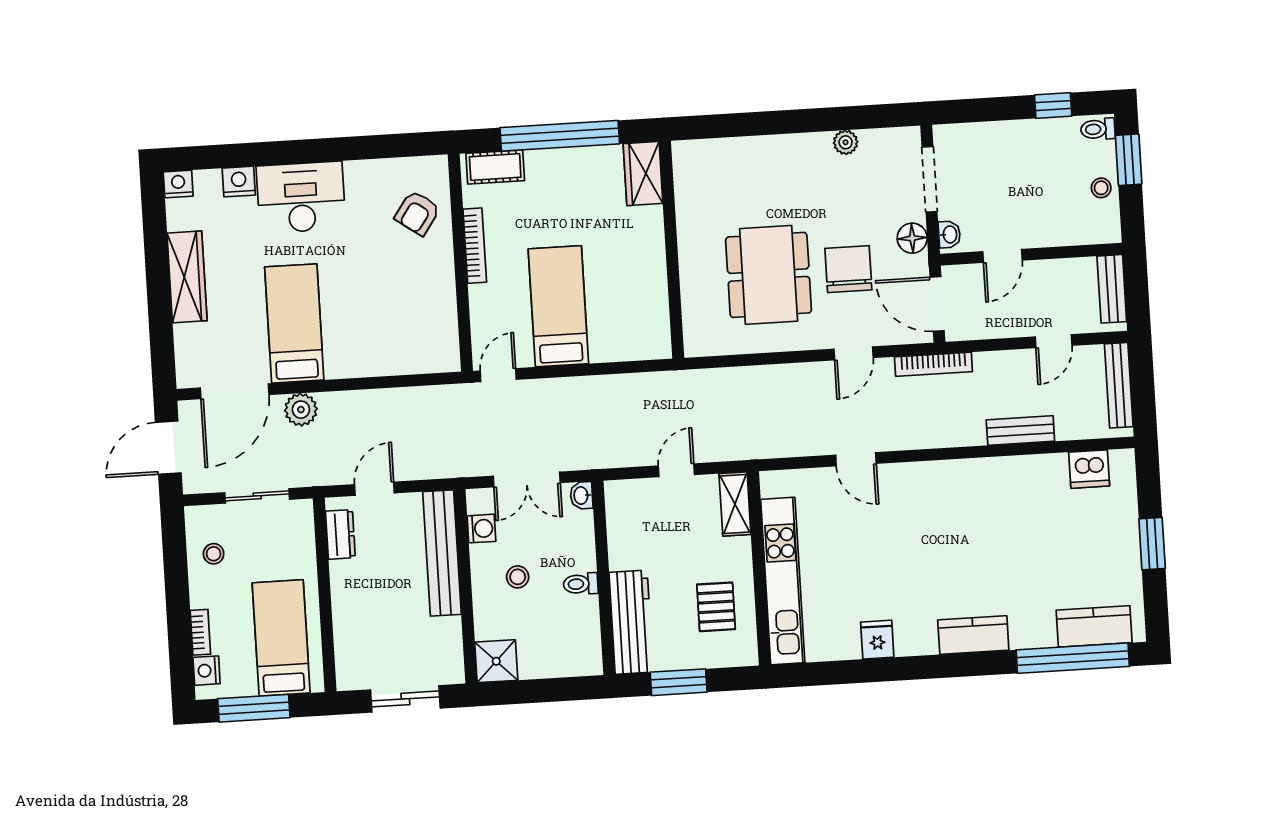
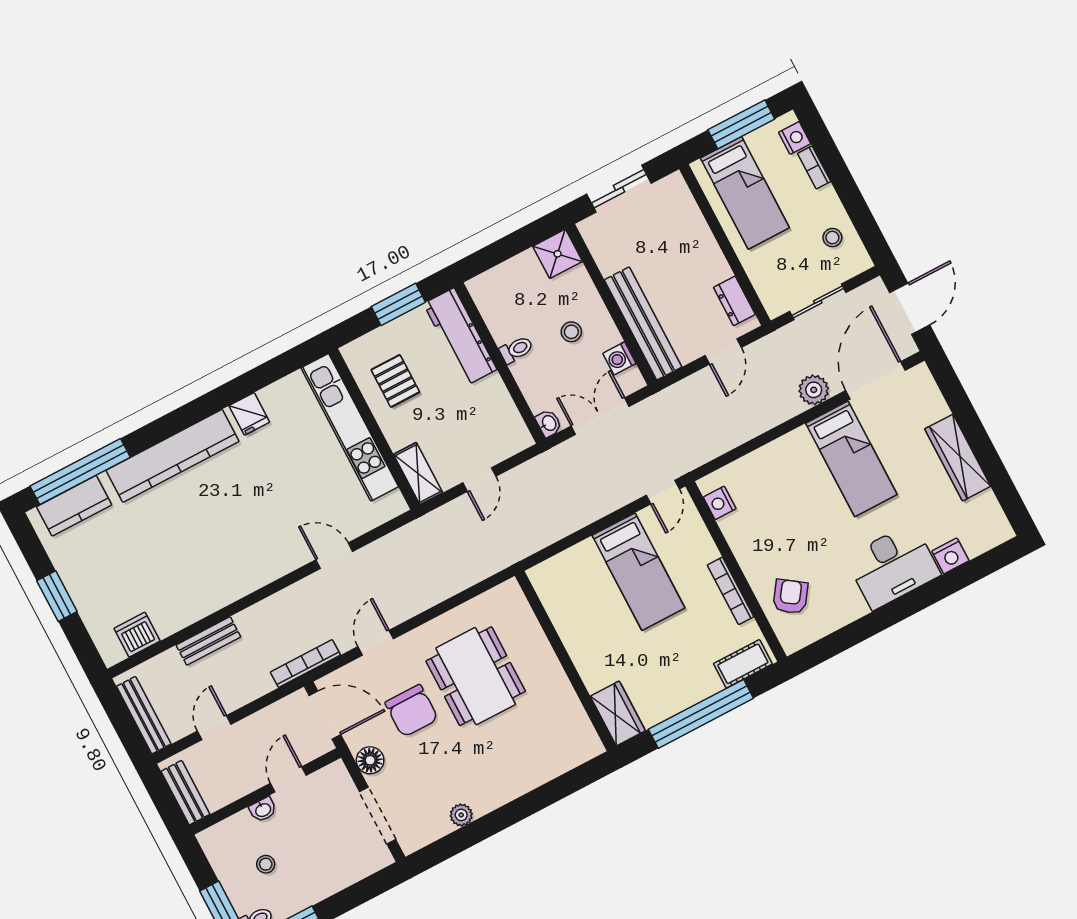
nightstand: (178, 184) -> (720, 503), moved, turned 90
stool: (1101, 188) -> (266, 864), moved
washbasin: (949, 234) -> (263, 810), moved, turned -90
kitchen counter: (973, 635) -> (172, 456), width x2.08, depth x1.17

